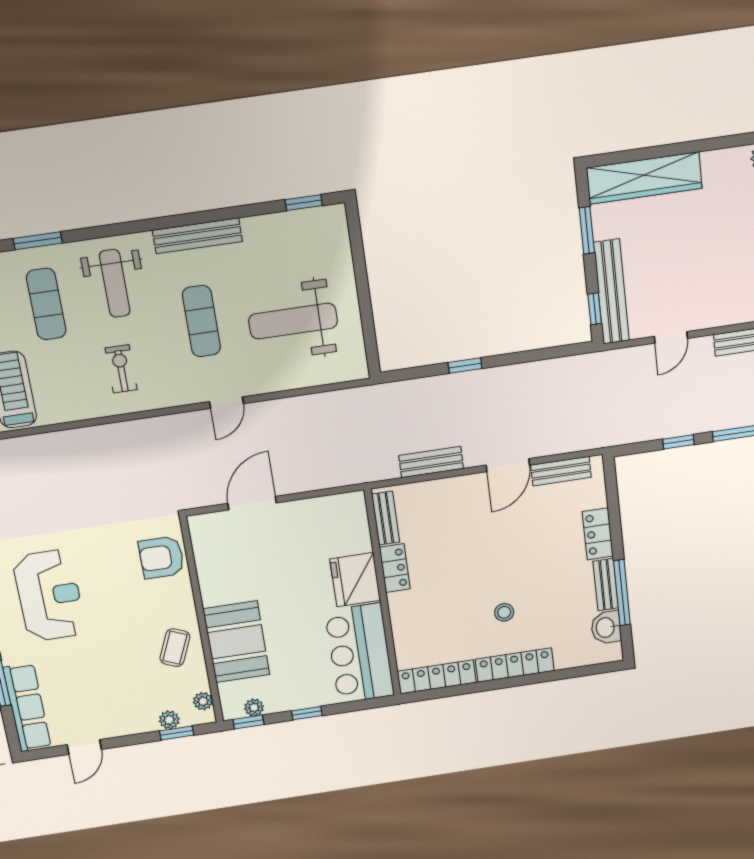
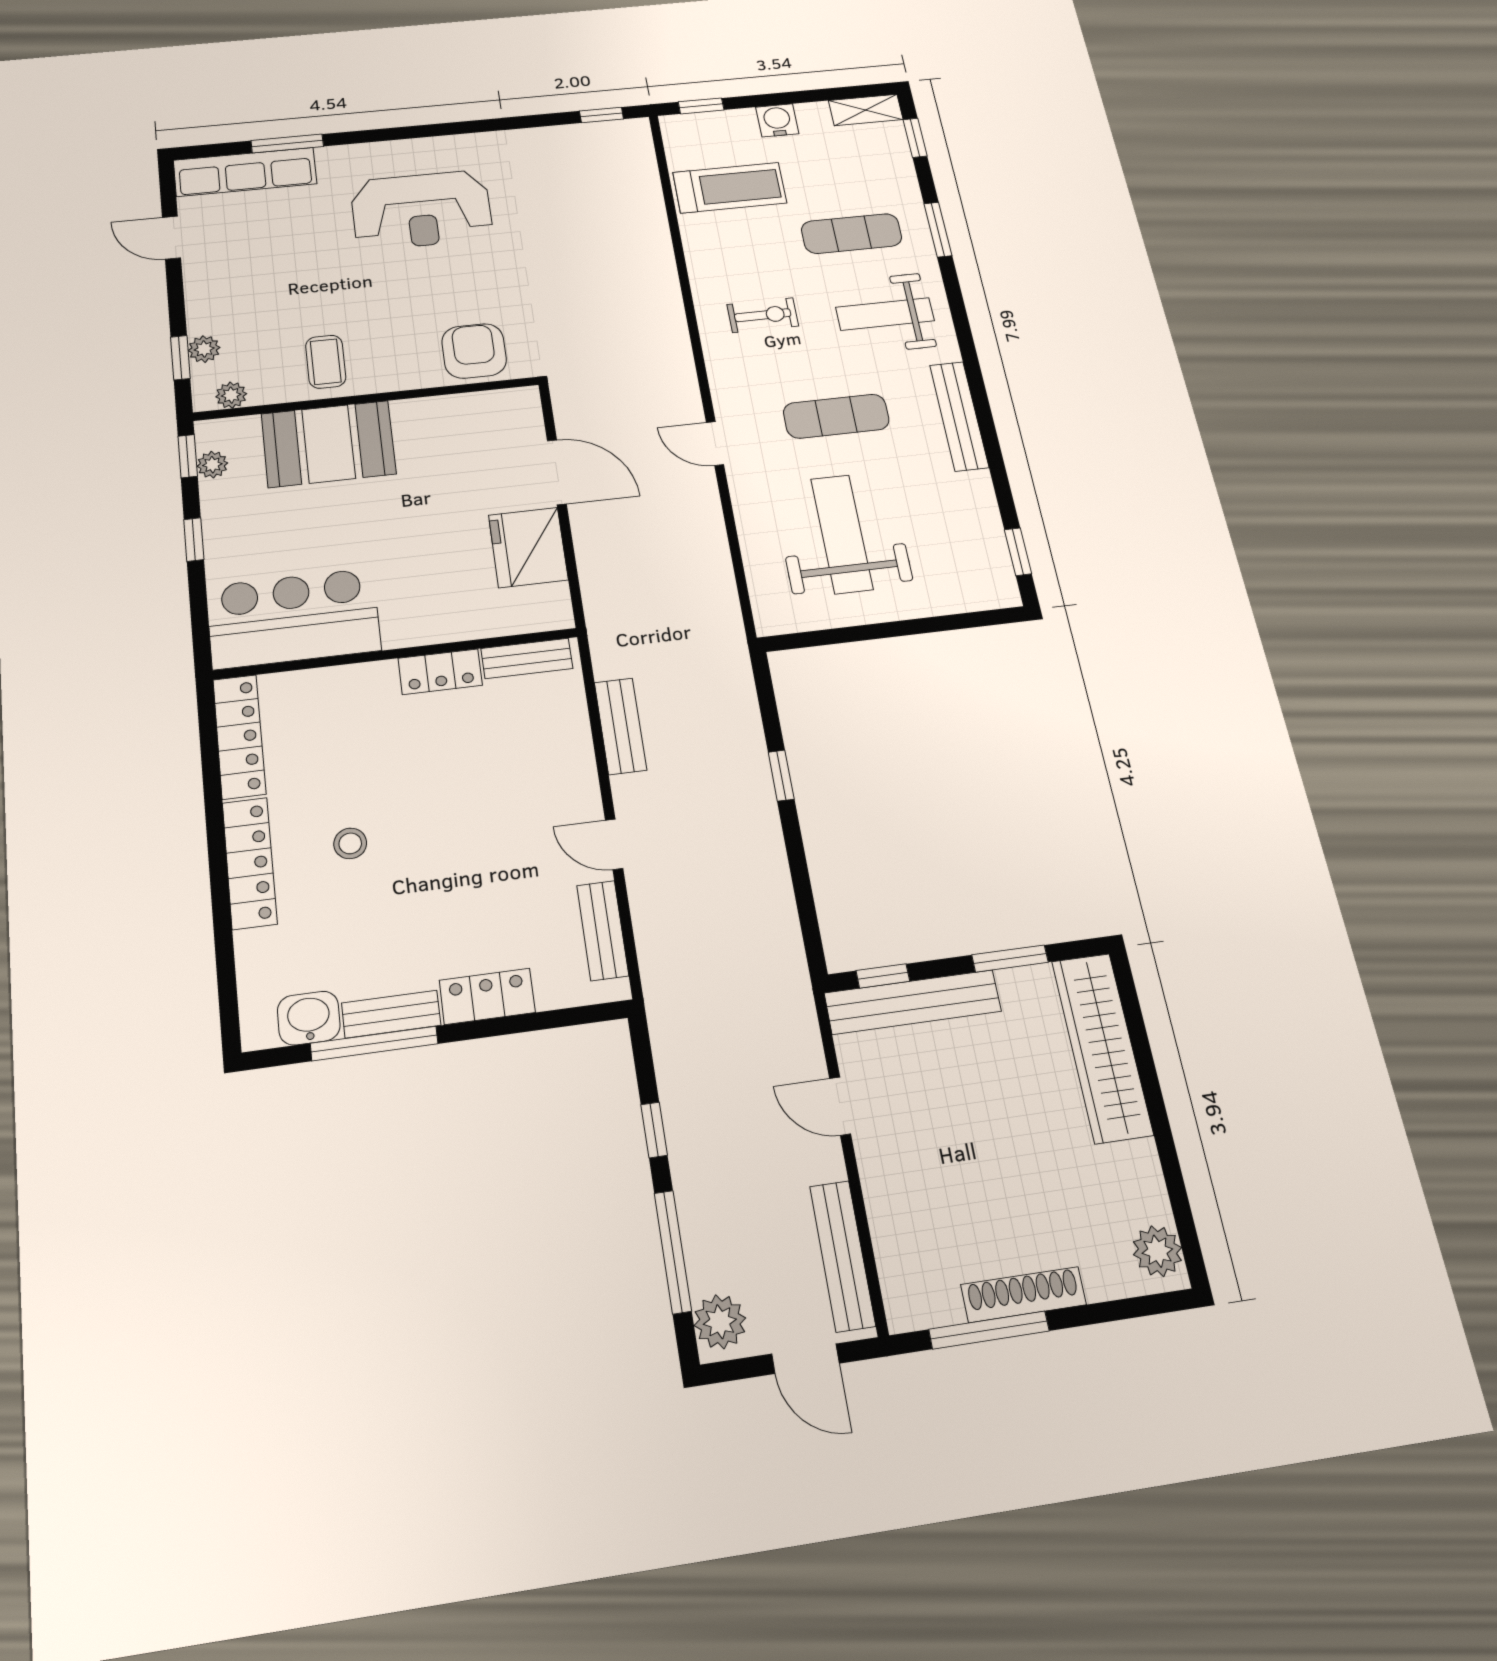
door: (508, 465) -> (614, 844), width x0.73
fridge: (355, 580) -> (528, 547), moved, turned -90
coffee table: (175, 648) -> (326, 362), turned 67

